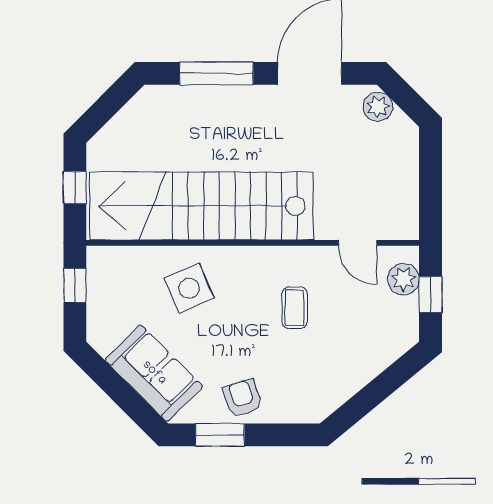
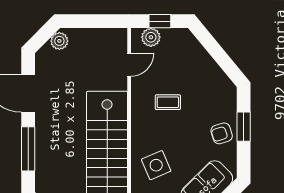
plant: (378, 107) -> (59, 41), moved
window: (220, 435) -> (244, 127), moved

